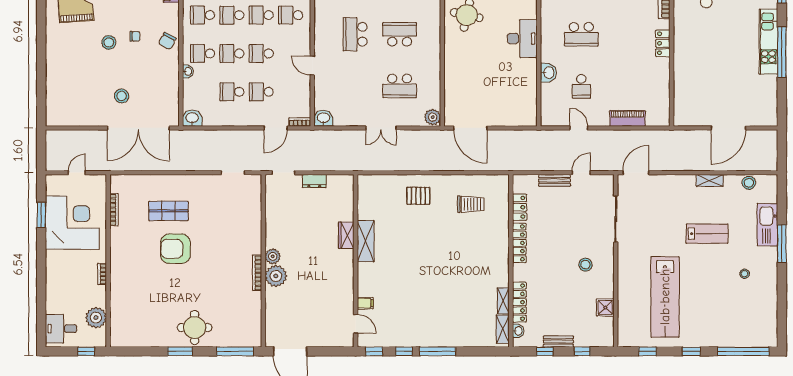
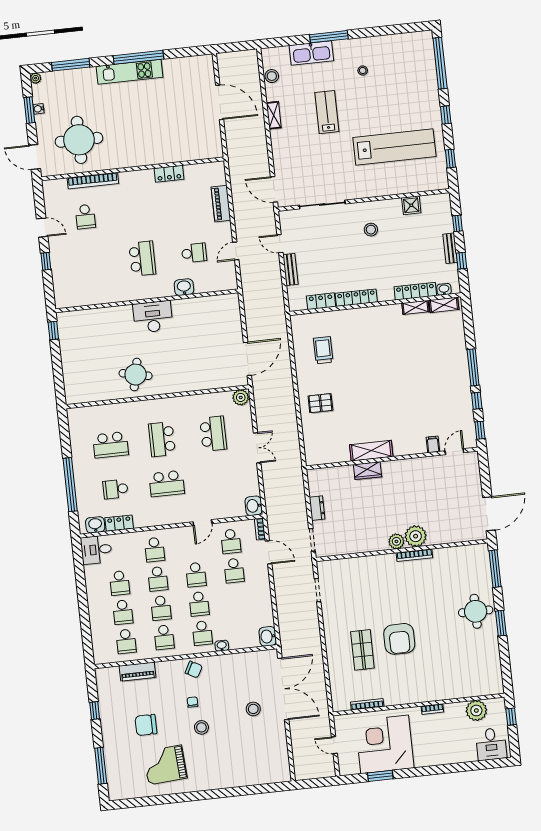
locker: (663, 43) -> (169, 174), moved
school desk: (232, 92) -> (231, 541), moved
pallet: (418, 196) -> (320, 403), turned 90

